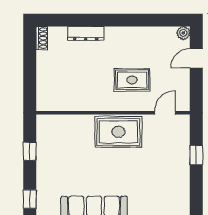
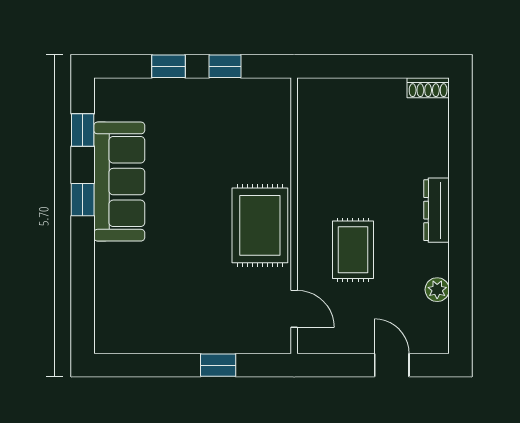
dresser: (86, 33) -> (437, 210), moved
plant: (183, 33) -> (437, 290), moved
window: (30, 199) -> (169, 66), moved

